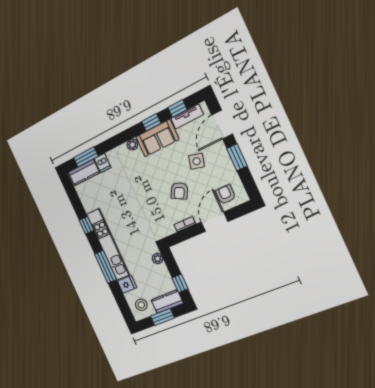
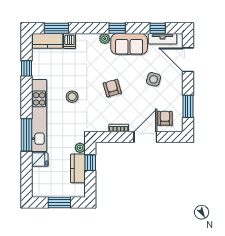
window: (151, 122) -> (117, 28), moved
door: (222, 125) -> (188, 60), hinge flipped
window: (237, 157) -> (188, 106), moved
armchair: (179, 191) -> (112, 88), moved, turned 136
window: (86, 225) -> (27, 68), moved
window: (180, 283) -> (90, 163), moved
kitchen counter: (167, 302) -> (78, 168), moved, turned -90
stool: (141, 305) -> (72, 97), moved

